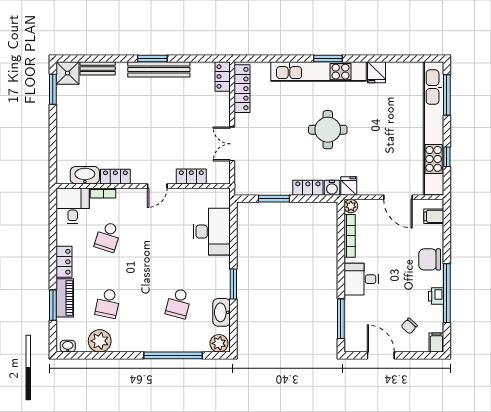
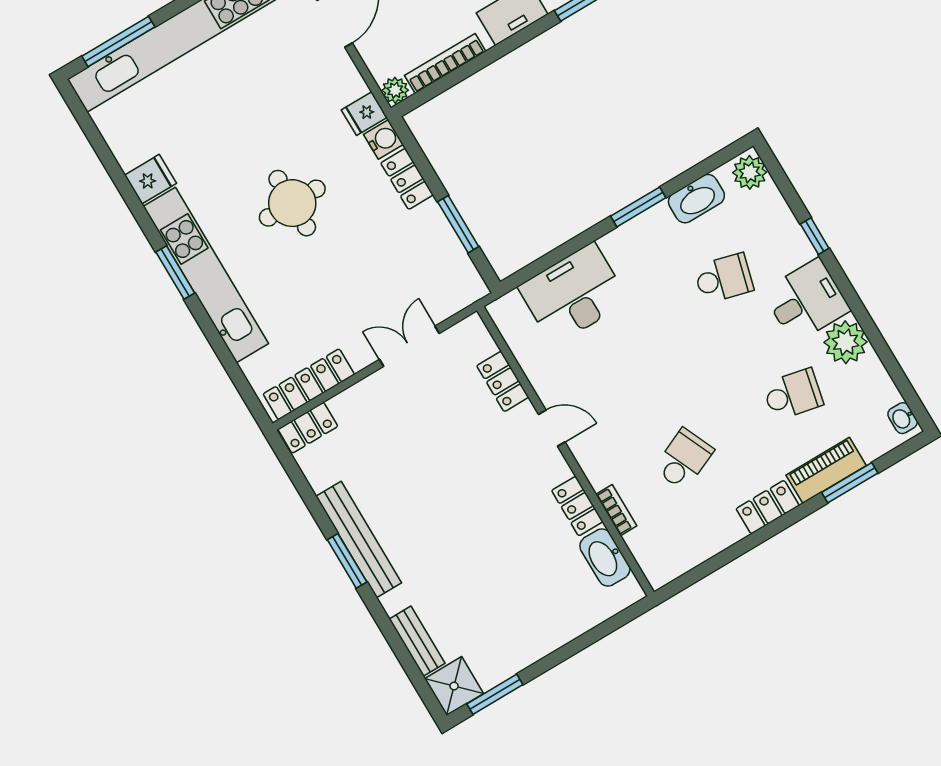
double door: (232, 144) -> (409, 346), swing flipped
desk: (73, 206) -> (806, 301), moved, turned 180
school desk: (108, 237) -> (684, 459), turned -42
plant: (100, 341) -> (846, 342), moved
window: (173, 355) -> (815, 236), width x0.32

